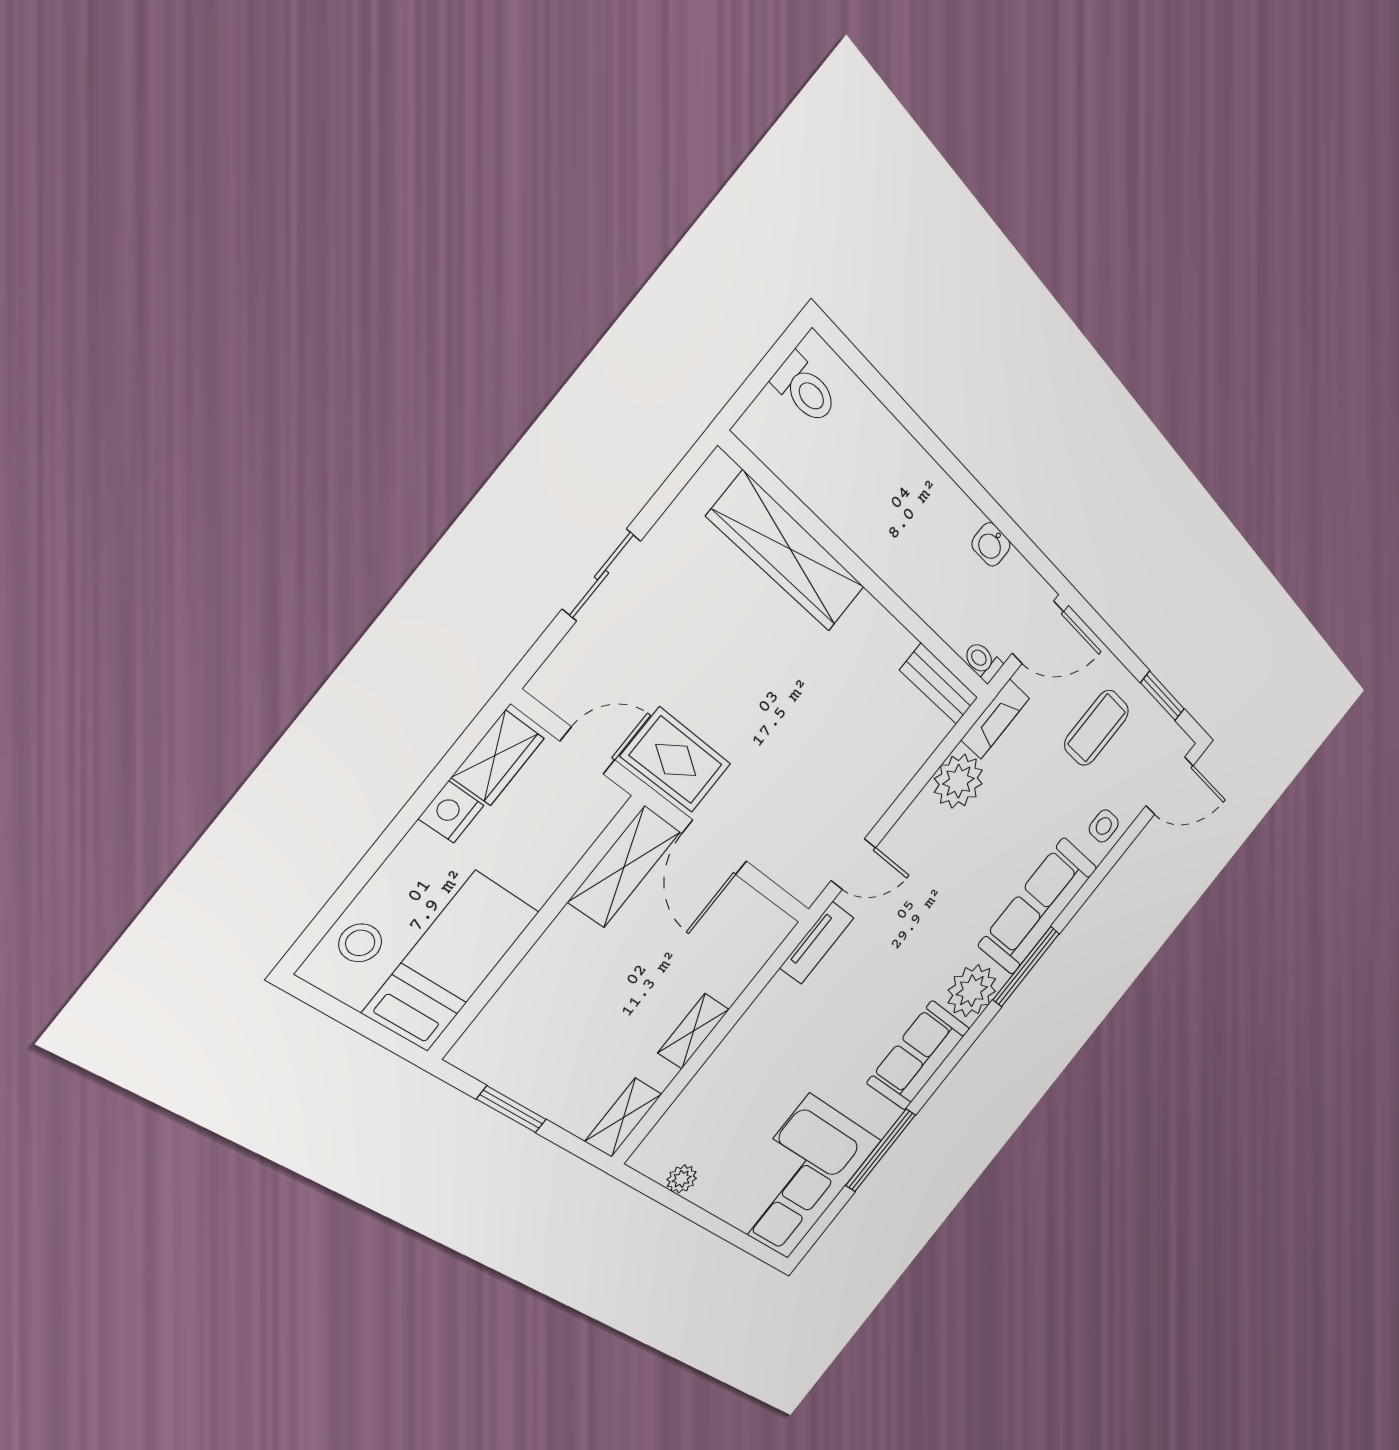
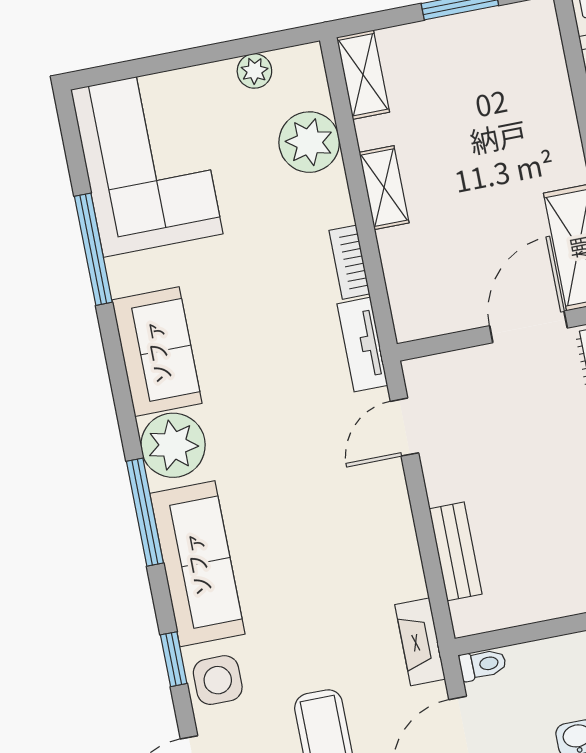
bench: (939, 684) -> (456, 551), moved, turned 90
plant: (958, 781) -> (309, 142), moved
side table: (1104, 826) -> (218, 680), width x1.37, depth x1.37
door: (714, 847) -> (528, 327), hinge flipped
window: (1107, 864) -> (174, 659), added
bookcase: (765, 1003) -> (349, 262), added

